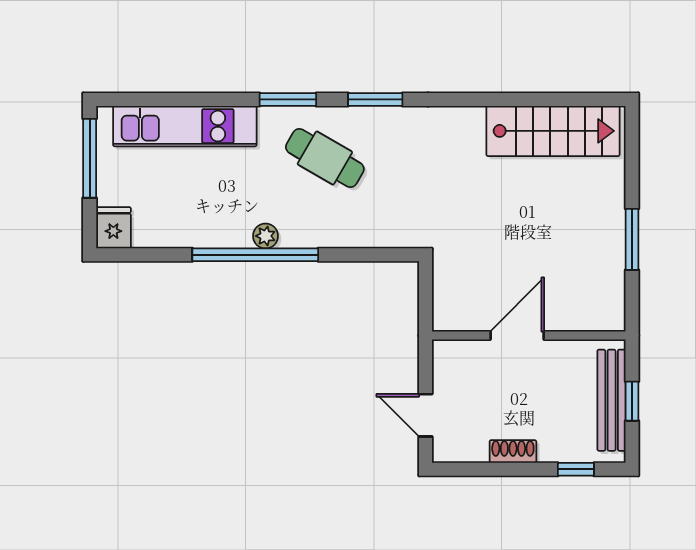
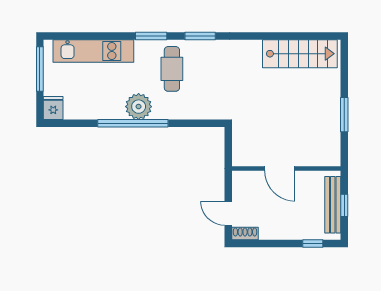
cafe table: (325, 158) -> (172, 69), turned 60
plant: (266, 236) -> (139, 107), width x1.88, depth x1.88
door: (517, 335) -> (280, 168), swing flipped
shoe rack: (513, 451) -> (245, 234), moved

